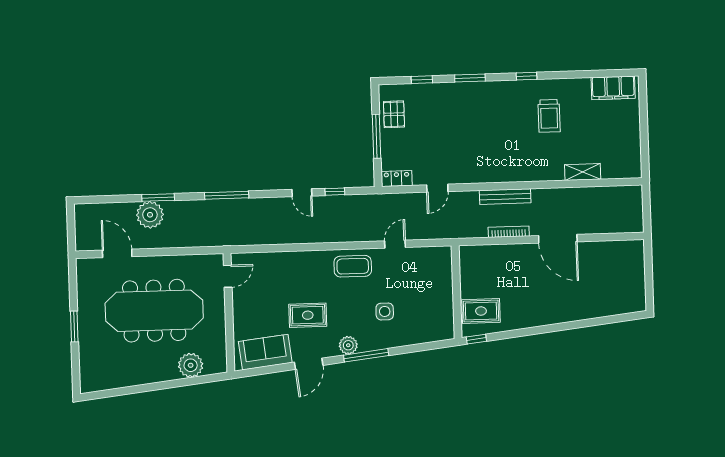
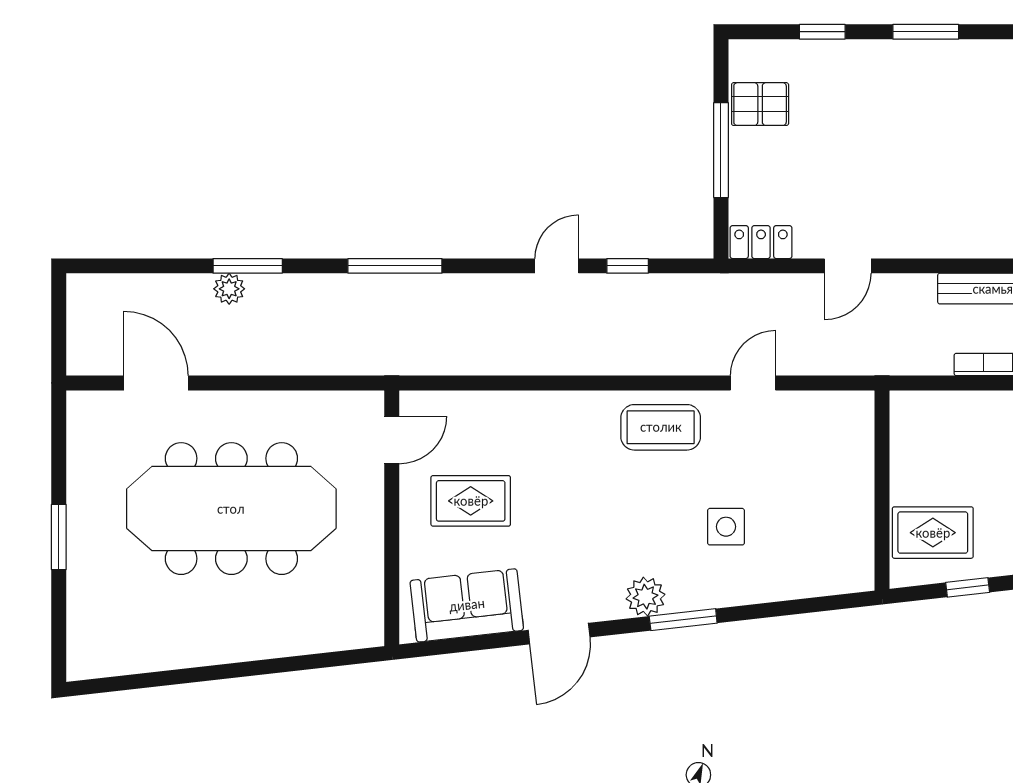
pallet: (394, 114) -> (760, 104), turned 90
door: (302, 193) -> (557, 266), swing flipped
plant: (150, 215) -> (229, 289), width x0.53, depth x0.53
rug: (308, 315) -> (471, 501), moved
window: (476, 339) -> (968, 587), moved
window: (366, 355) -> (683, 620), width x0.69
plant: (191, 365) -> (306, 628), removed

